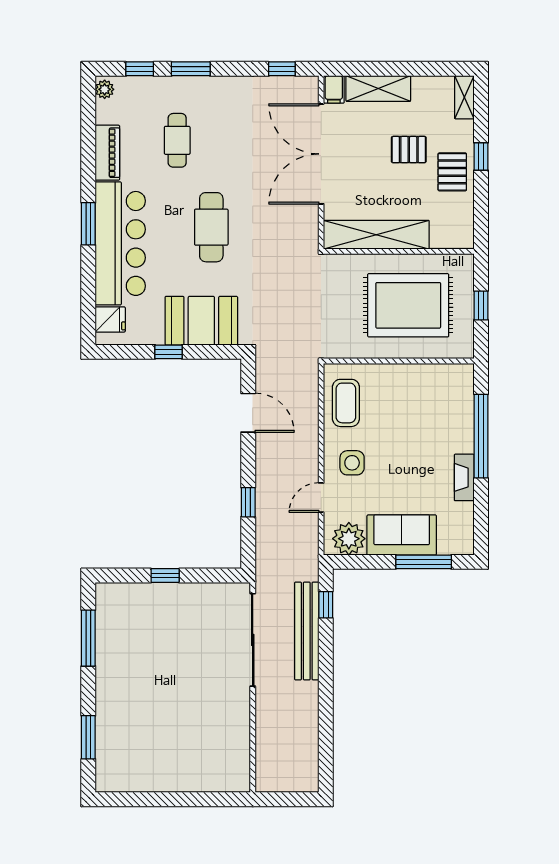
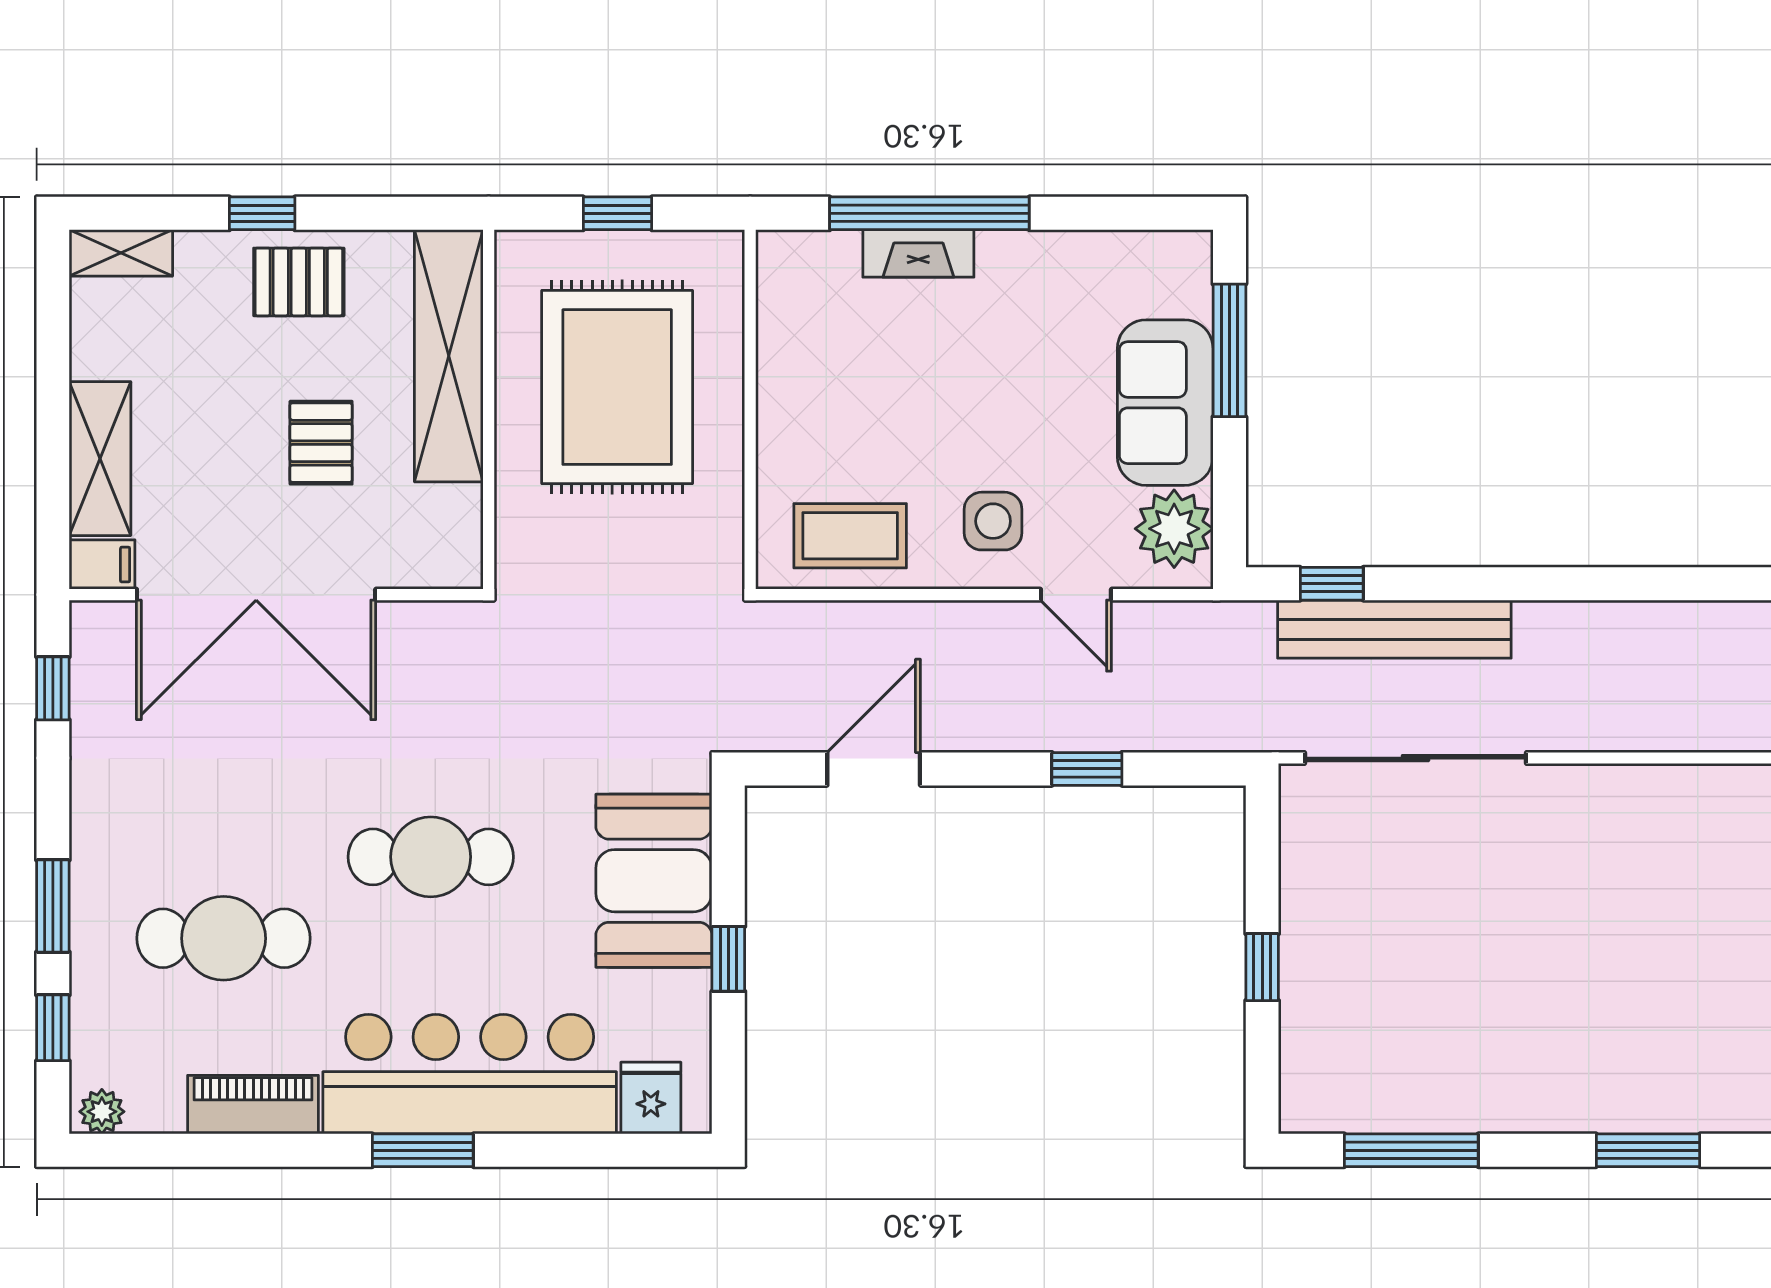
cafe table: (177, 140) -> (224, 938), width x1.37, depth x1.35
pallet: (409, 150) -> (321, 443), moved
shelving: (376, 235) -> (449, 356), moved
fireplace: (464, 477) -> (918, 253), moved

